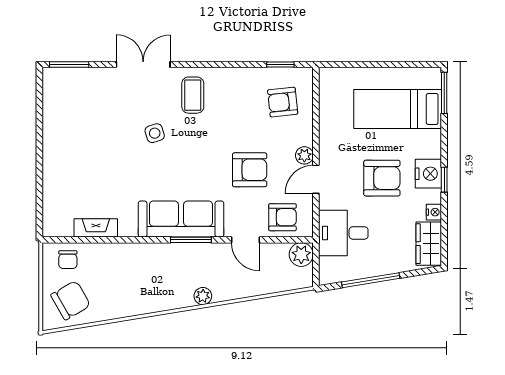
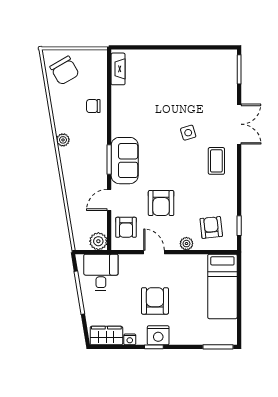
coffee table: (193, 95) -> (216, 161), turned 90
bed: (398, 109) -> (222, 286), moved, turned 180
plant: (304, 155) -> (186, 244), moved
armchair: (382, 178) -> (155, 301), turned 180
sofa: (181, 219) -> (125, 161), width x0.73
fireplace: (96, 228) -> (118, 69), moved
desk: (343, 233) -> (101, 272), moved
chair: (68, 260) -> (93, 106), moved
plant: (203, 296) -> (63, 140), moved

